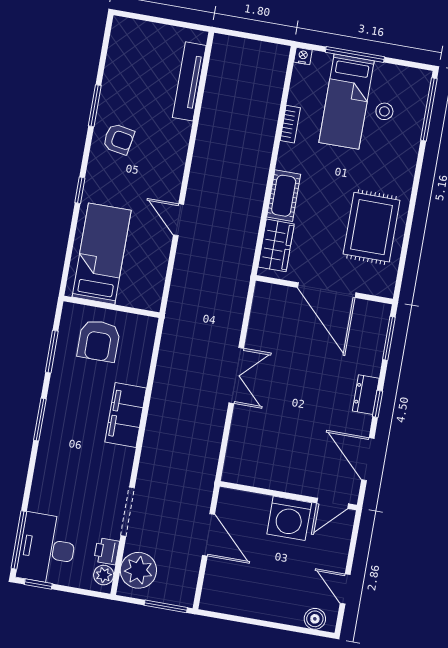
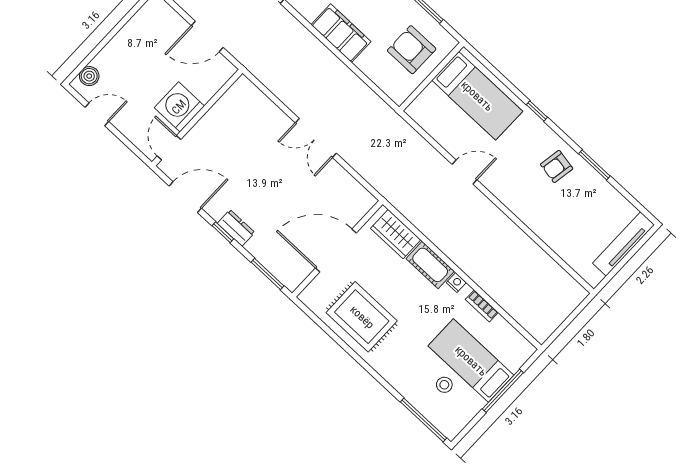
nightstand: (303, 56) -> (456, 283), moved, turned -90
tv unit: (189, 81) -> (623, 244), moved, turned -90

